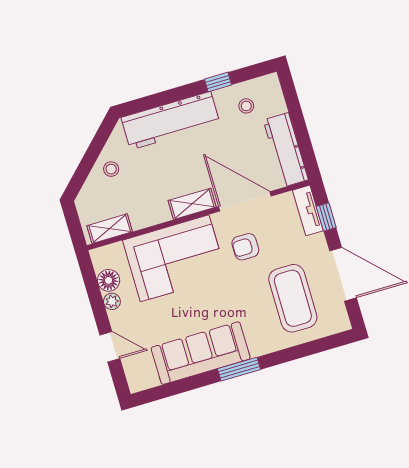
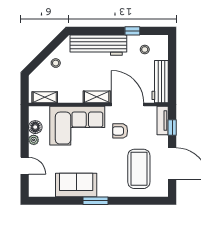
sofa: (201, 353) -> (76, 185), width x0.73

